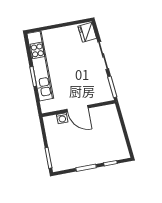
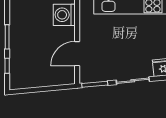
door: (78, 109) -> (77, 54), moved
washing machine: (62, 118) -> (64, 15), width x1.89, depth x1.89

